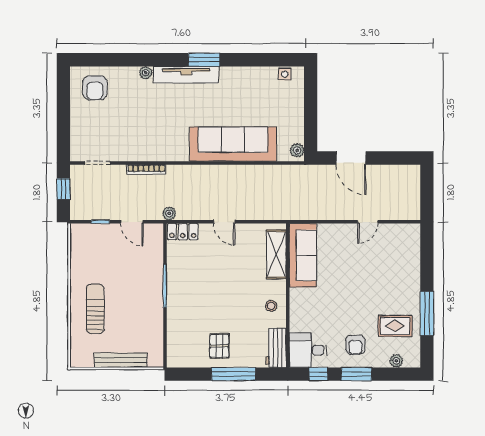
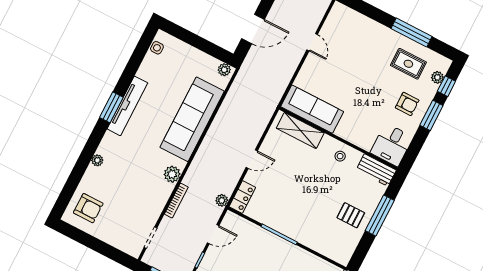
tv unit: (186, 75) -> (127, 106), moved
plant: (170, 152) -> (172, 174), added
rug: (395, 326) -> (408, 64), turned 90
window: (319, 374) -> (446, 86), moved

